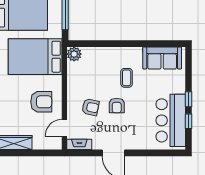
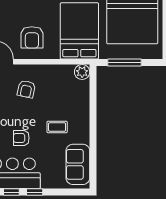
armchair: (117, 105) -> (21, 138), moved

